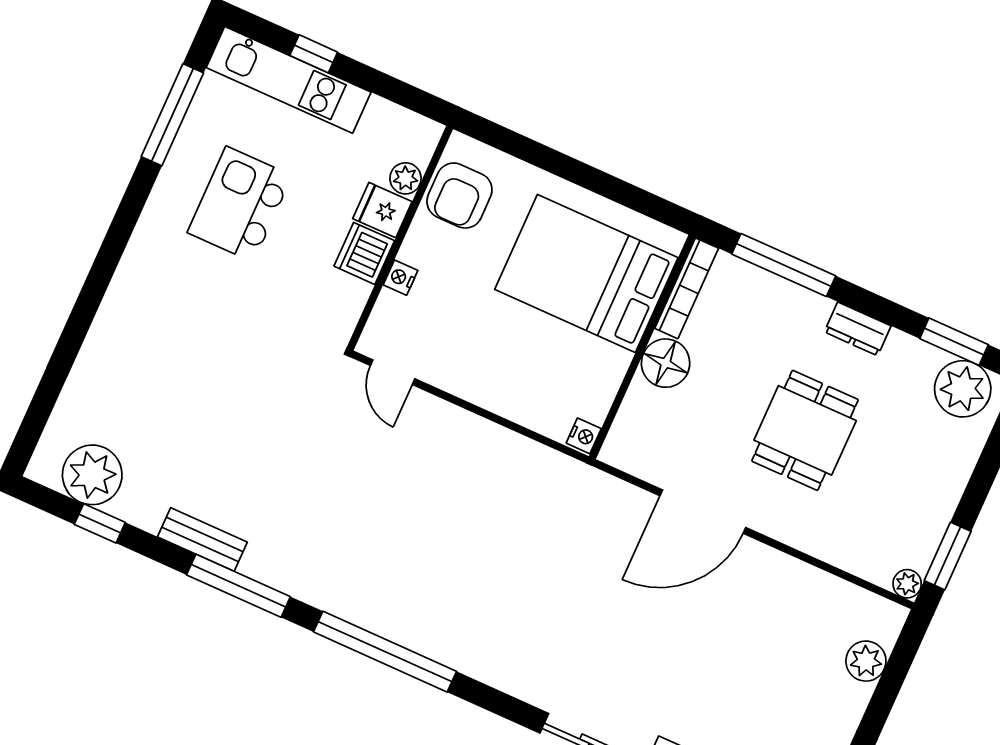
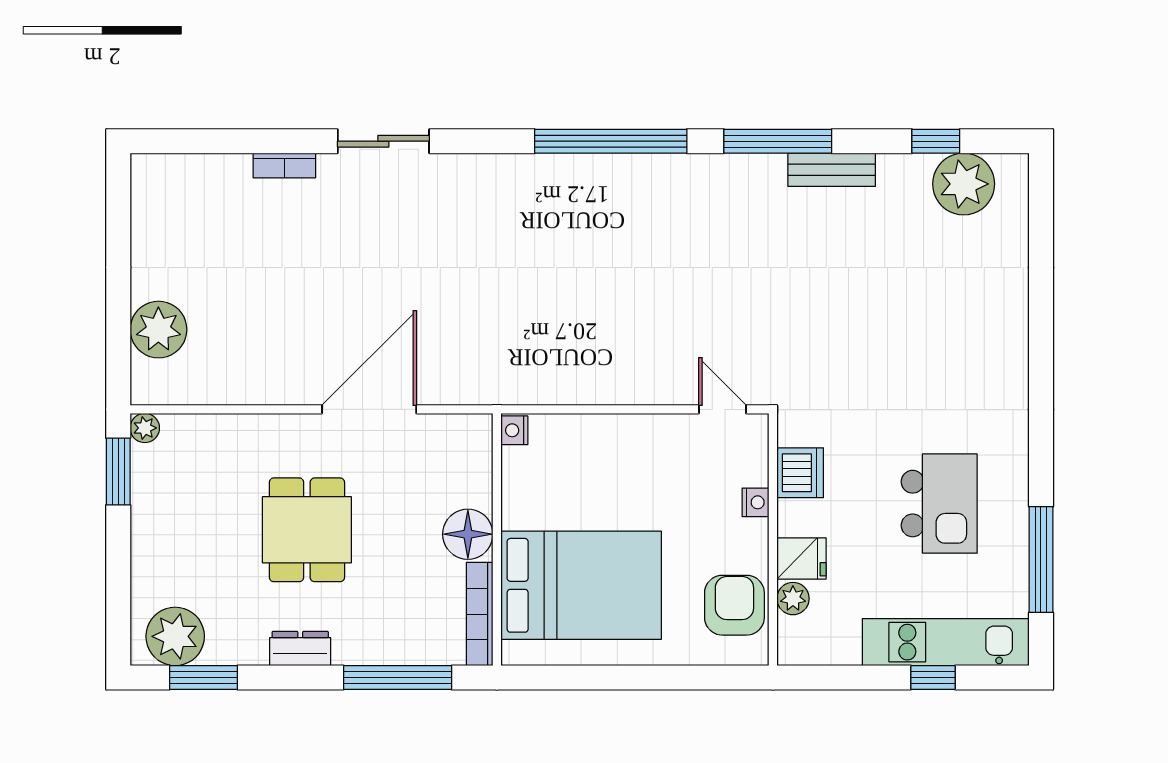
dishwasher: (364, 253) -> (800, 473), moved
plant: (866, 661) -> (158, 330), width x1.36, depth x1.36

